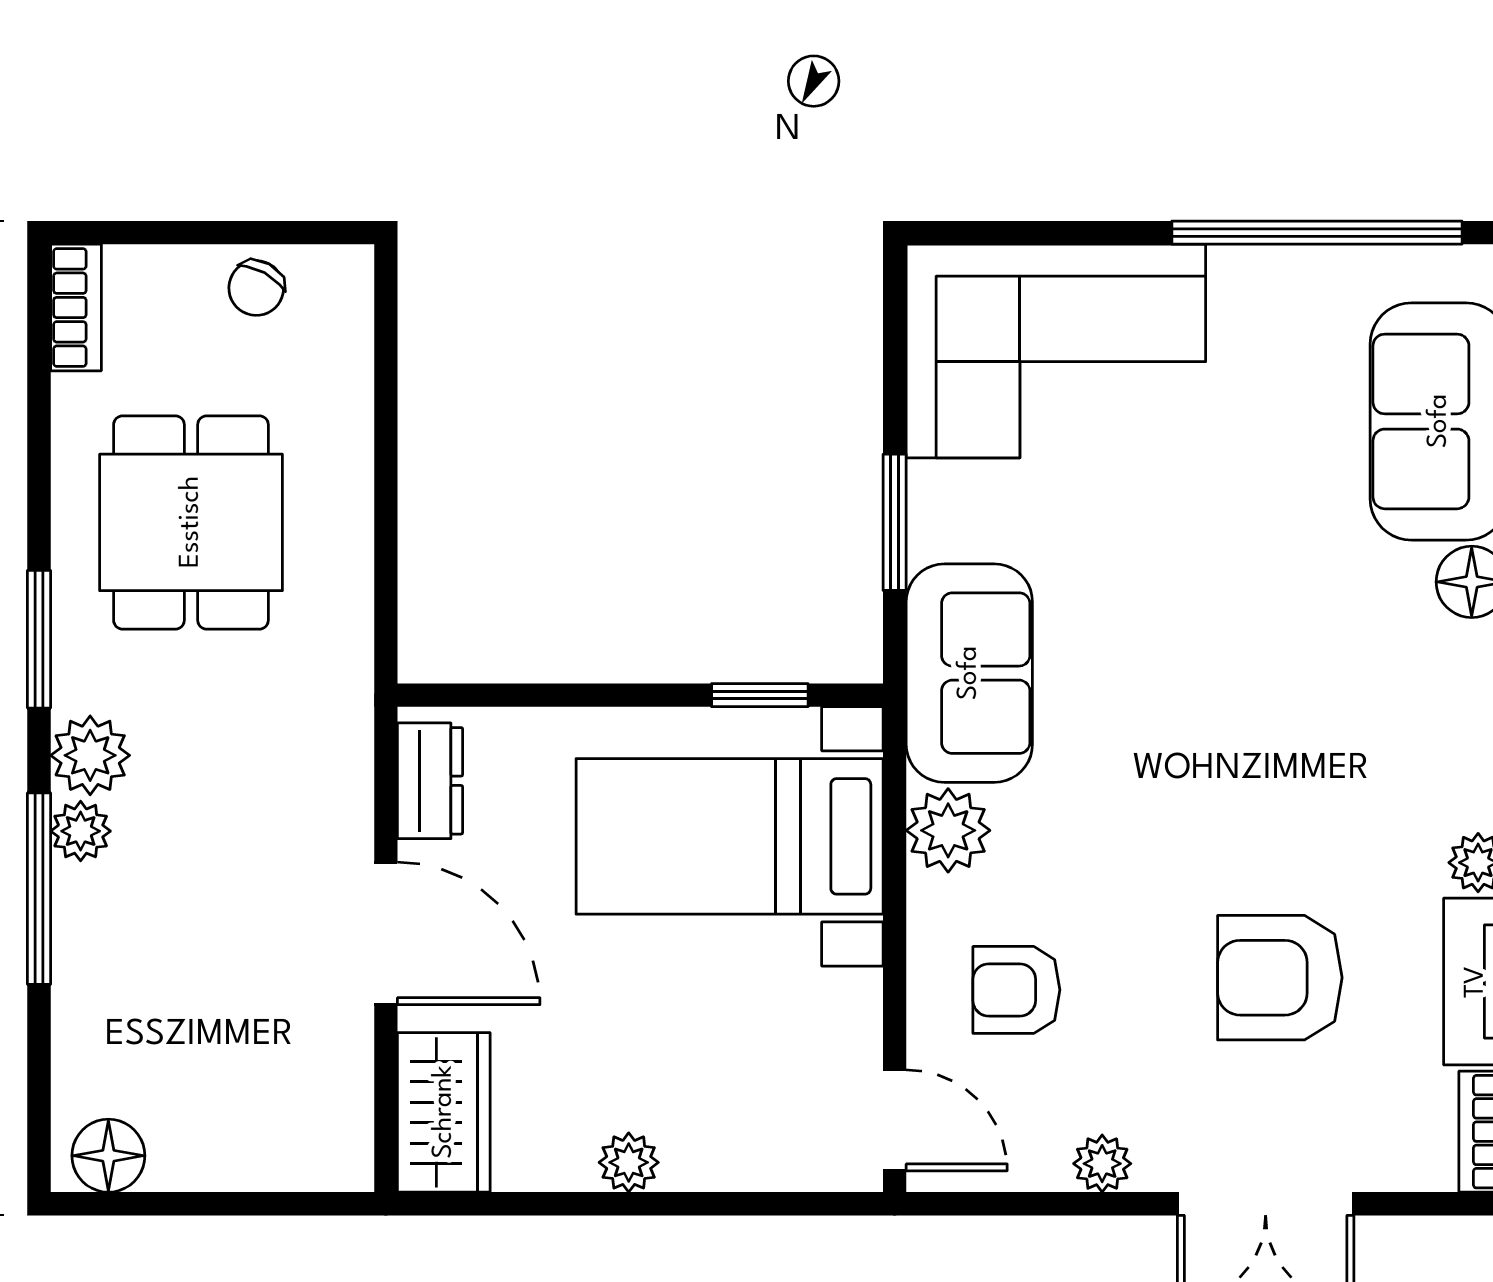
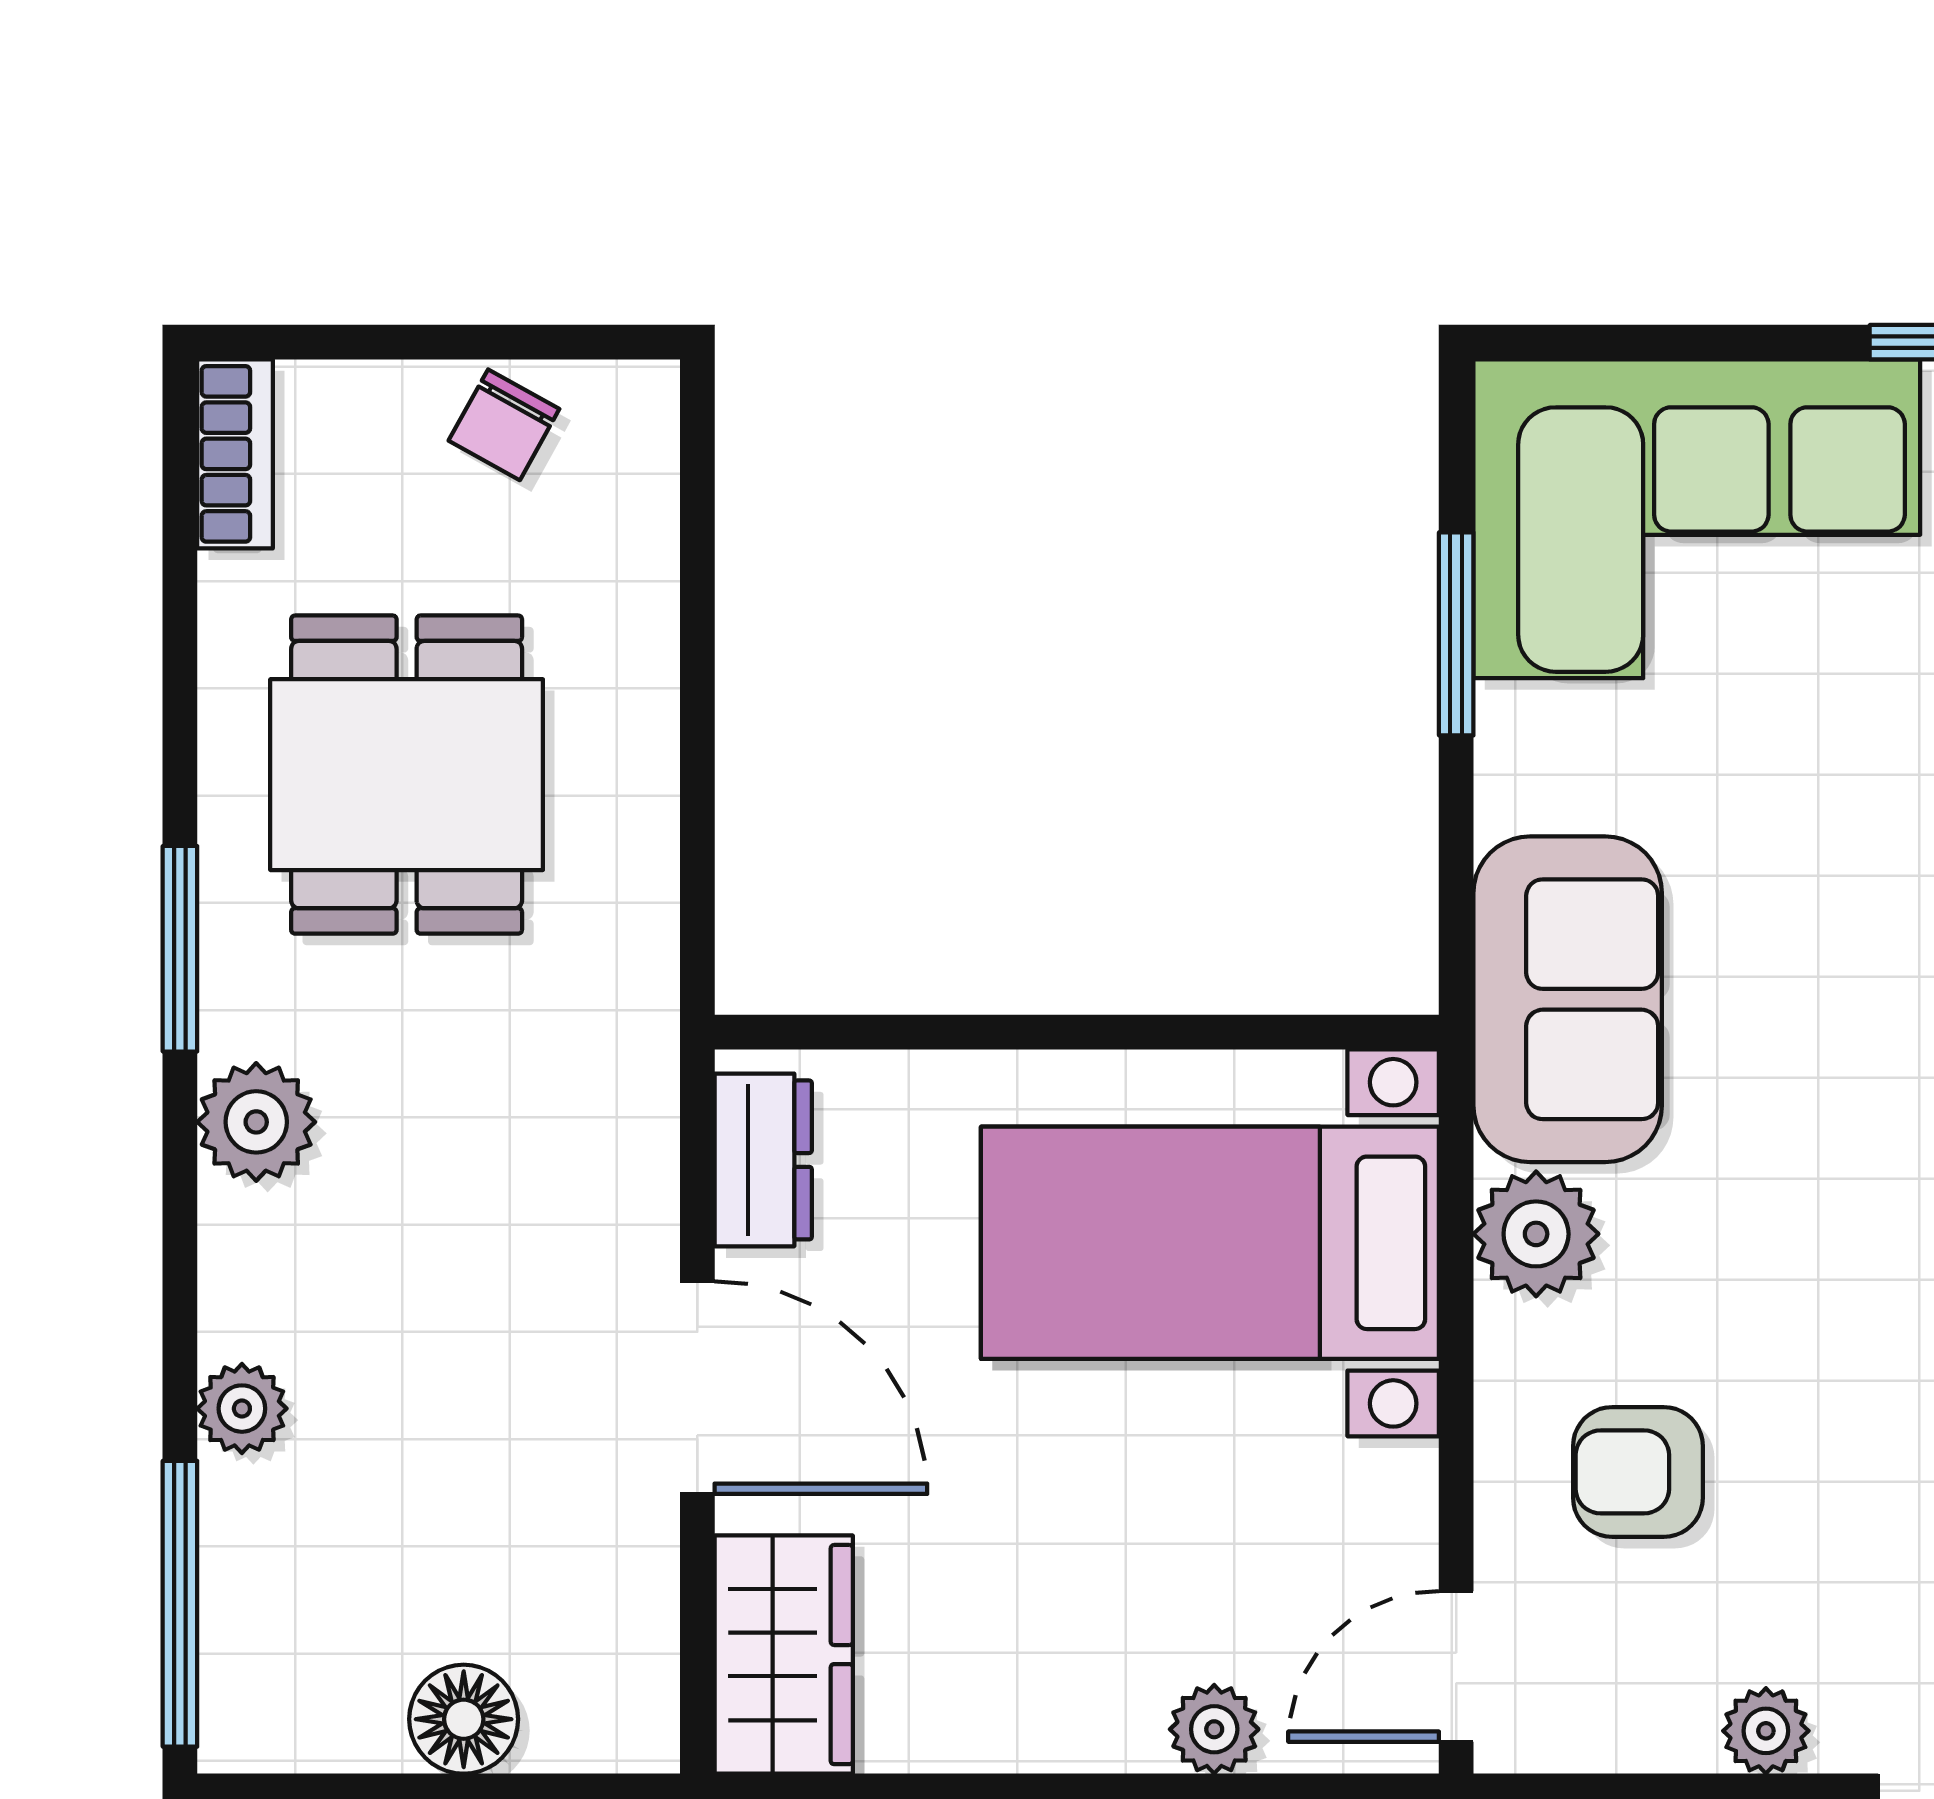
window: (895, 522) -> (1456, 634), moved
window: (760, 695) -> (1255, 1032), removed
plant: (81, 831) -> (242, 1409), moved
window: (39, 889) -> (180, 1604), moved
door: (895, 1120) -> (1456, 1666), swing flipped
floor lamp: (108, 1156) -> (464, 1719), moved
plant: (629, 1162) -> (1214, 1729), moved

